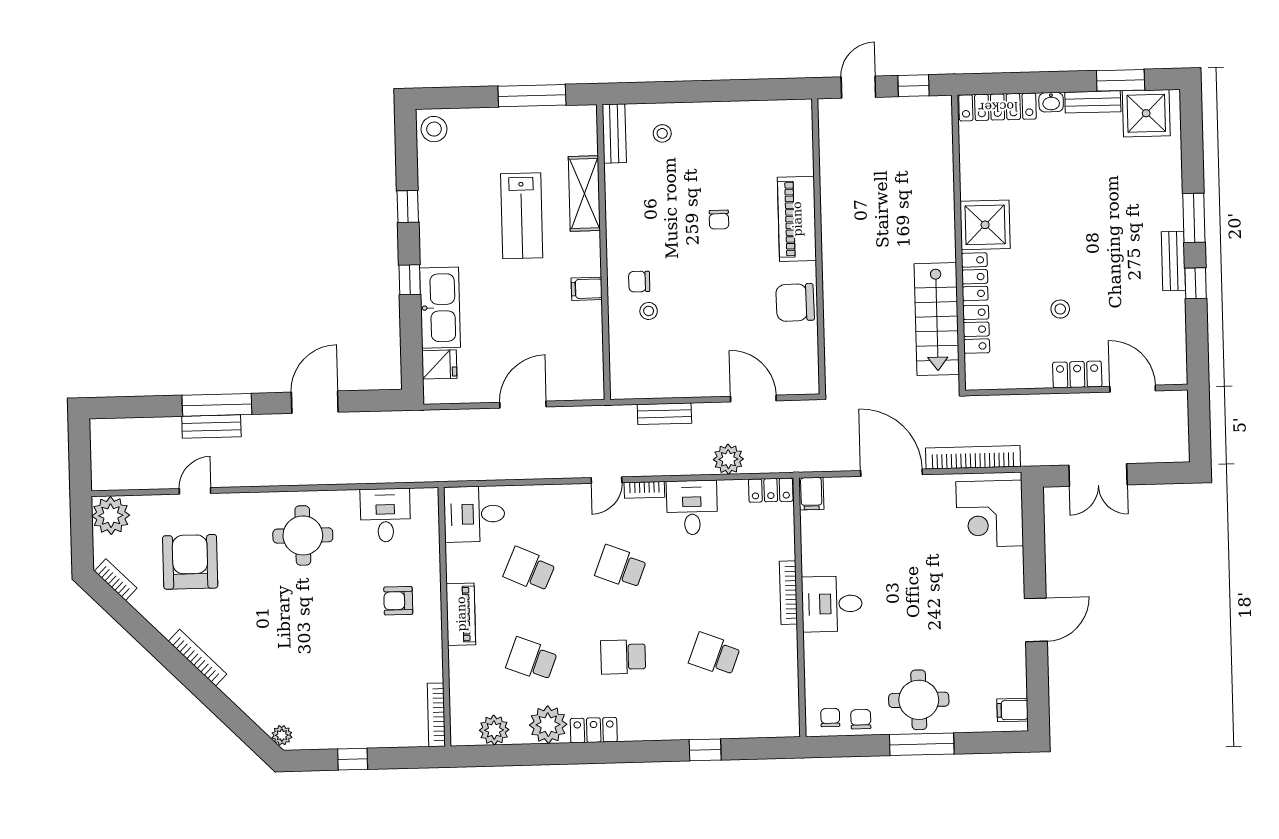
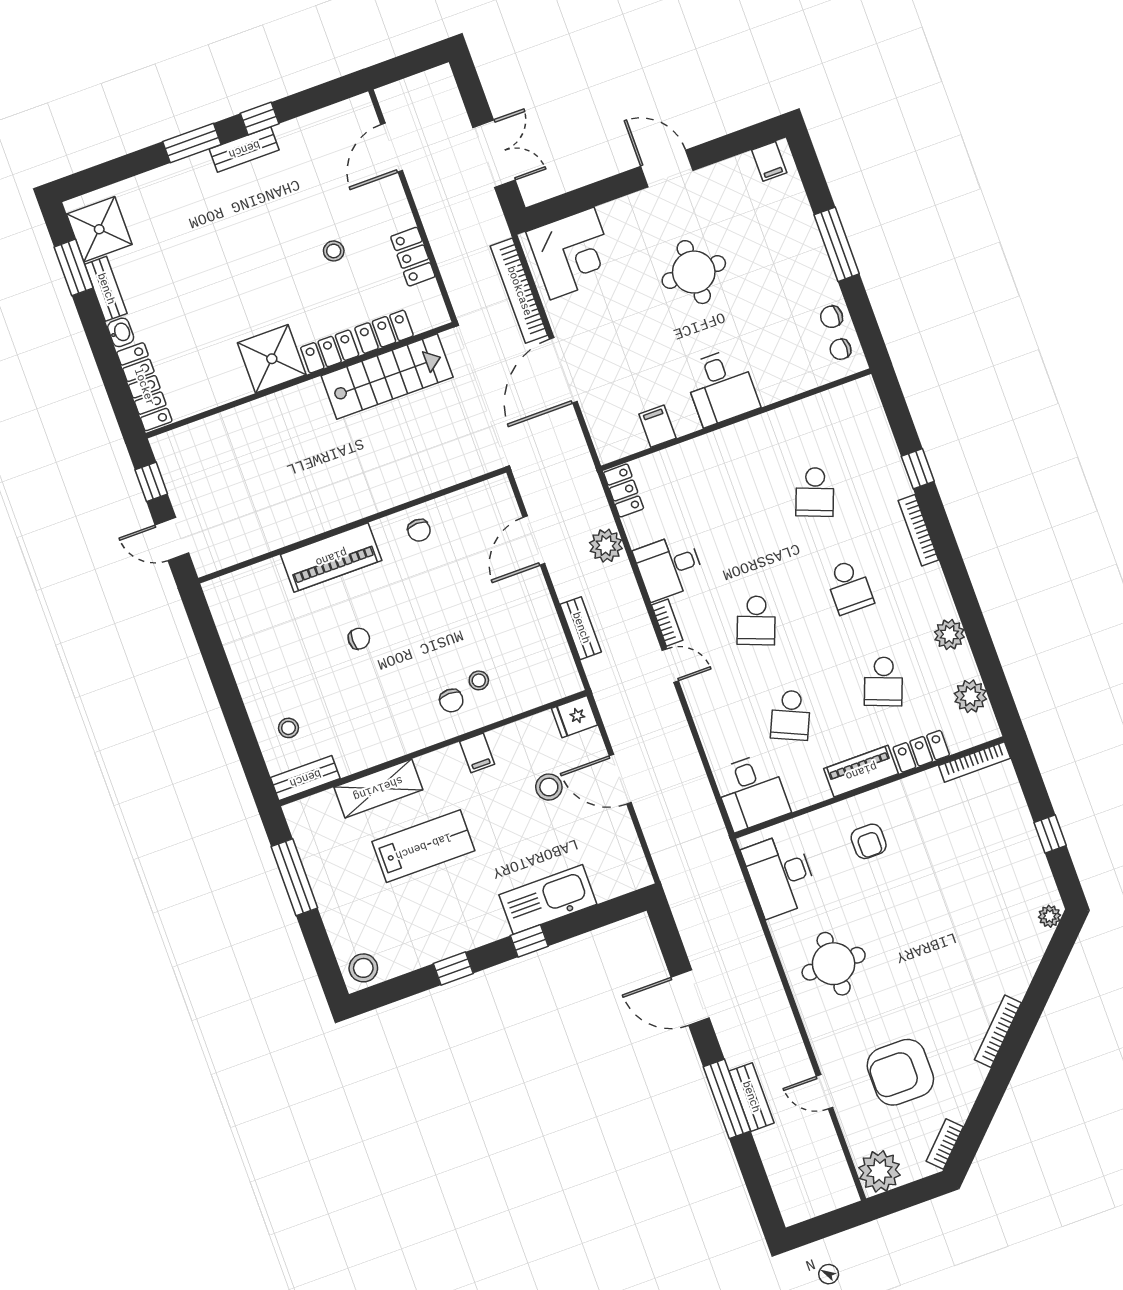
chair: (795, 302) -> (419, 530), width x0.54, depth x0.54
stool: (537, 341) -> (549, 787), added
fridge: (439, 364) -> (575, 717), moved, turned -90
locker: (1077, 374) -> (413, 257), moved
filing cabinet: (811, 494) -> (657, 426), moved, turned -90
desk: (385, 515) -> (780, 875), width x1.37
bookcase: (788, 593) -> (918, 530), moved, turned 90
round table: (919, 700) -> (694, 272), moved
plant: (548, 725) -> (949, 635), width x0.73, depth x0.73
locker: (594, 730) -> (921, 751), moved, turned 90

